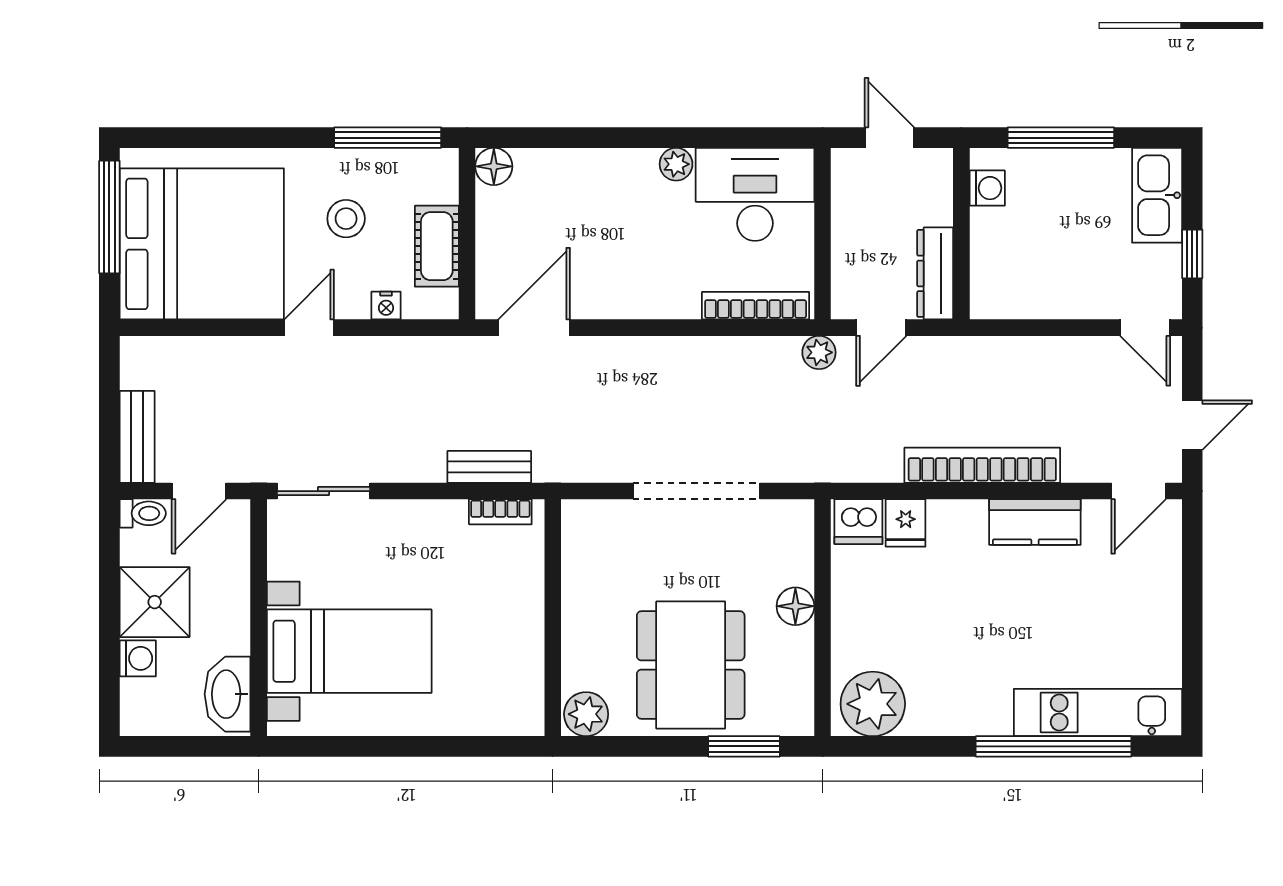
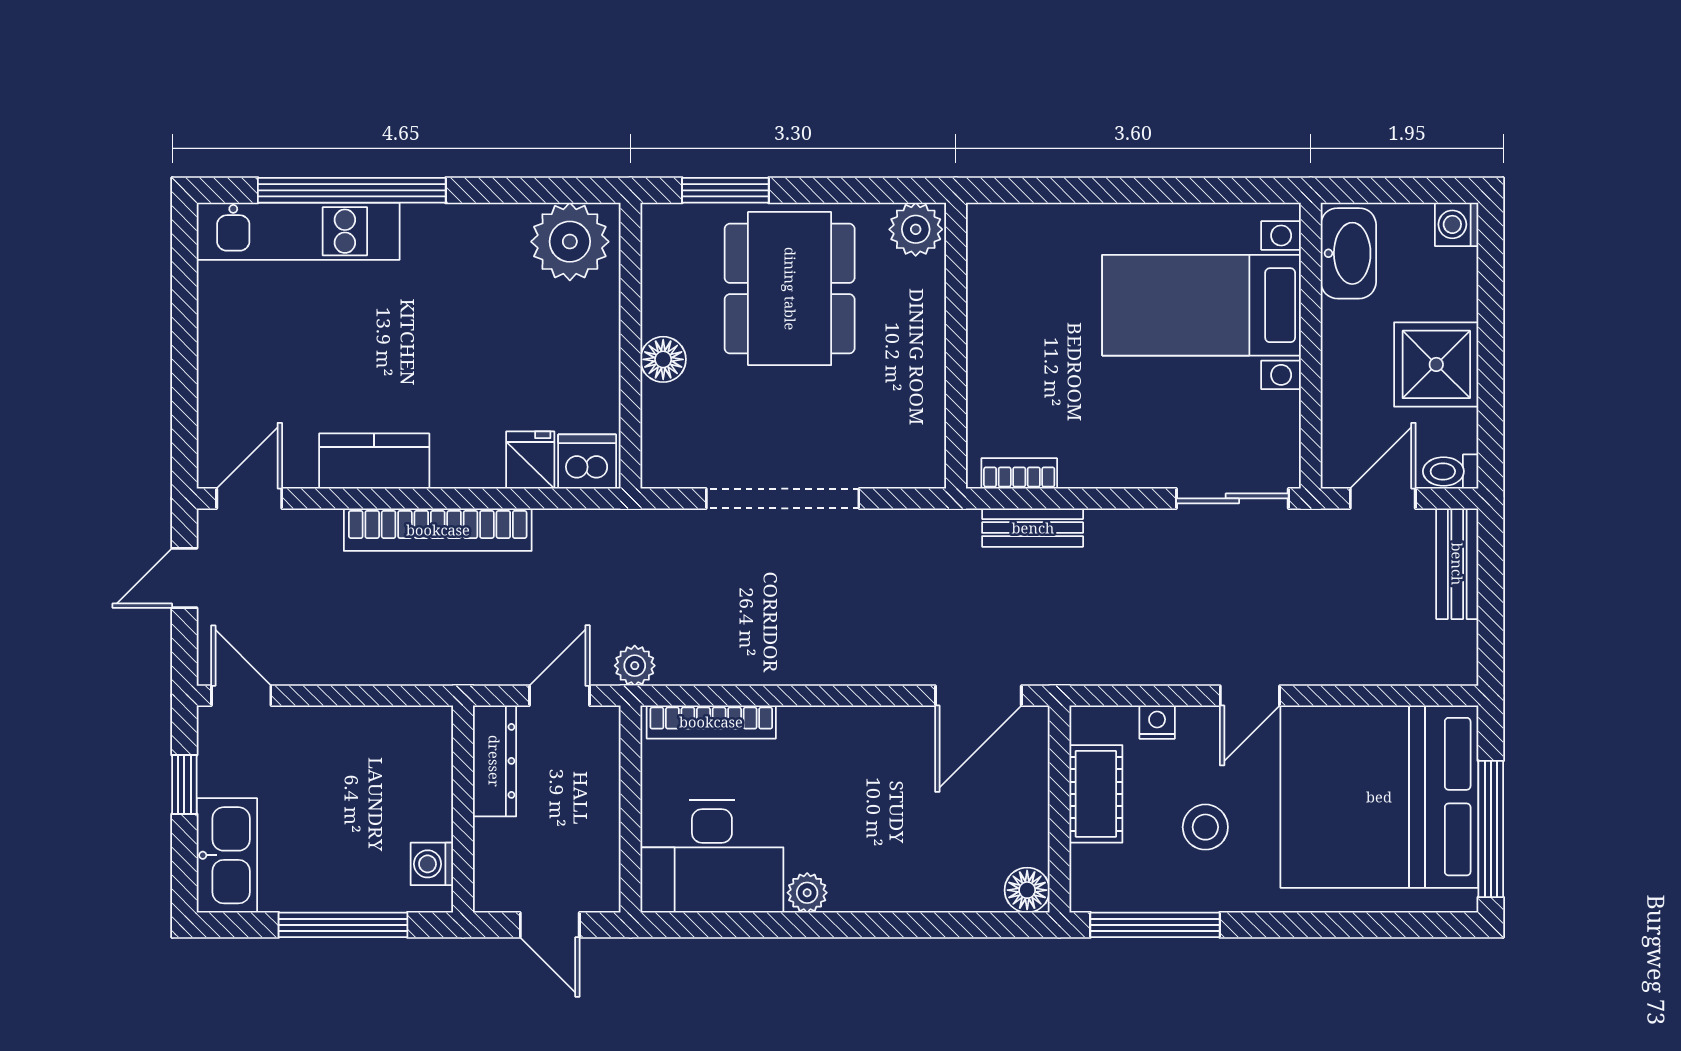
washing machine: (138, 658) -> (1457, 224), moved

